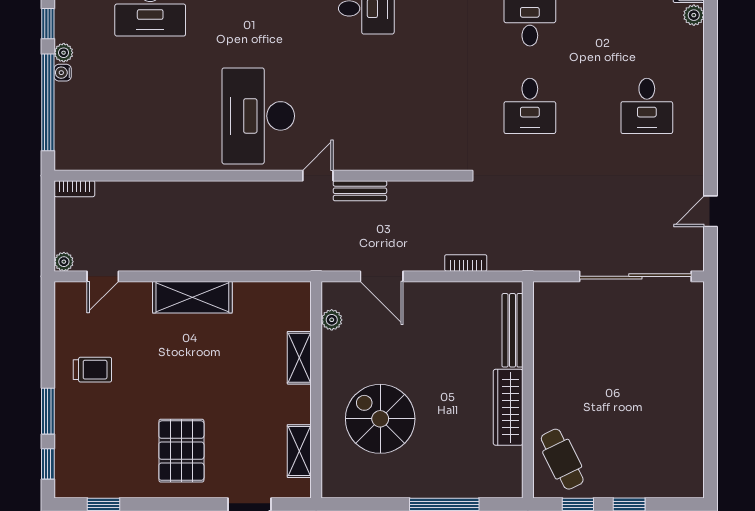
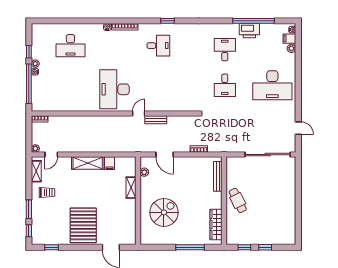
desk: (647, 106) -> (272, 85), width x1.87, depth x1.30
door: (711, 211) -> (298, 128), swing flipped
filing cabinet: (246, 298) -> (110, 163), added
wardrobe: (508, 407) -> (216, 224), moved
spiral stairs: (380, 419) -> (164, 212), turned 90
pallet: (181, 451) -> (83, 225), width x1.37, depth x1.41
shelving: (299, 451) -> (36, 171), moved
cafe table: (562, 459) -> (238, 200), moved

